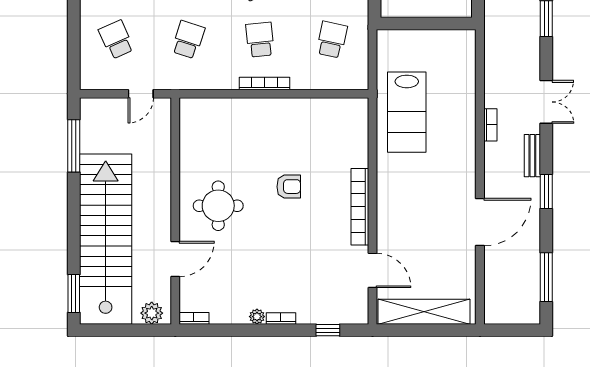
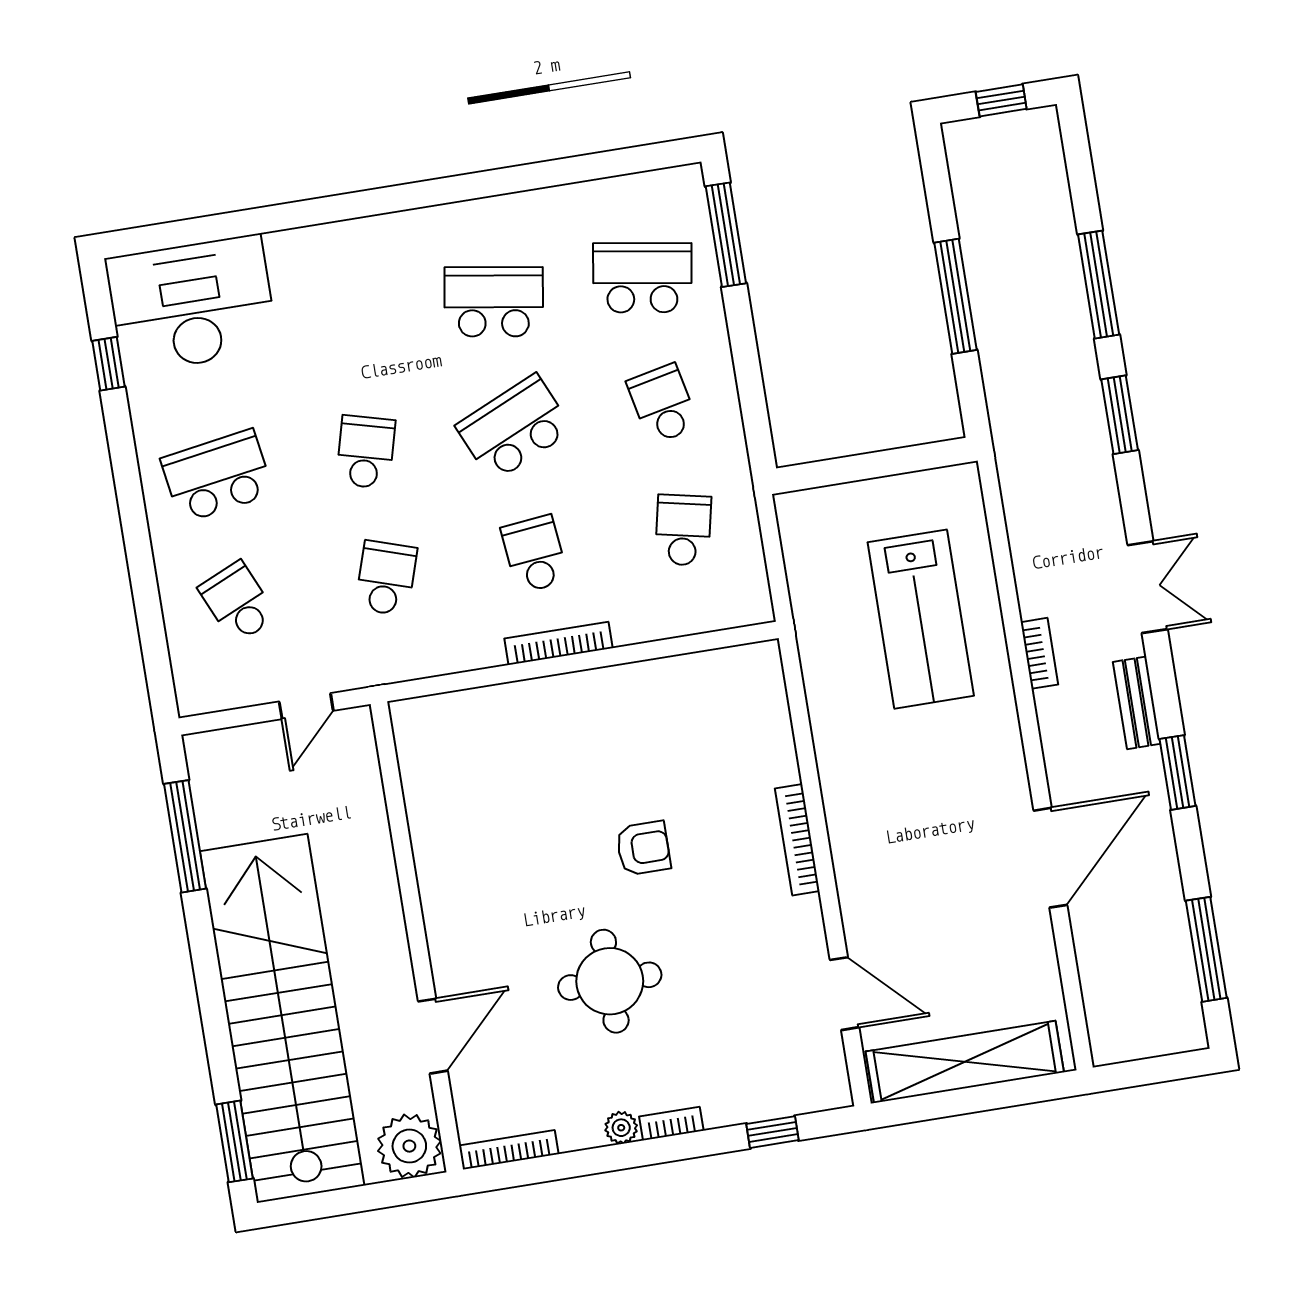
lab bench: (407, 112) -> (921, 619), moved
round table: (218, 206) -> (610, 981), moved
bookcase: (360, 207) -> (797, 840), width x0.68, depth x0.76
plant: (152, 313) -> (409, 1146), width x1.36, depth x1.36
bookcase: (194, 318) -> (509, 1150), width x1.56

